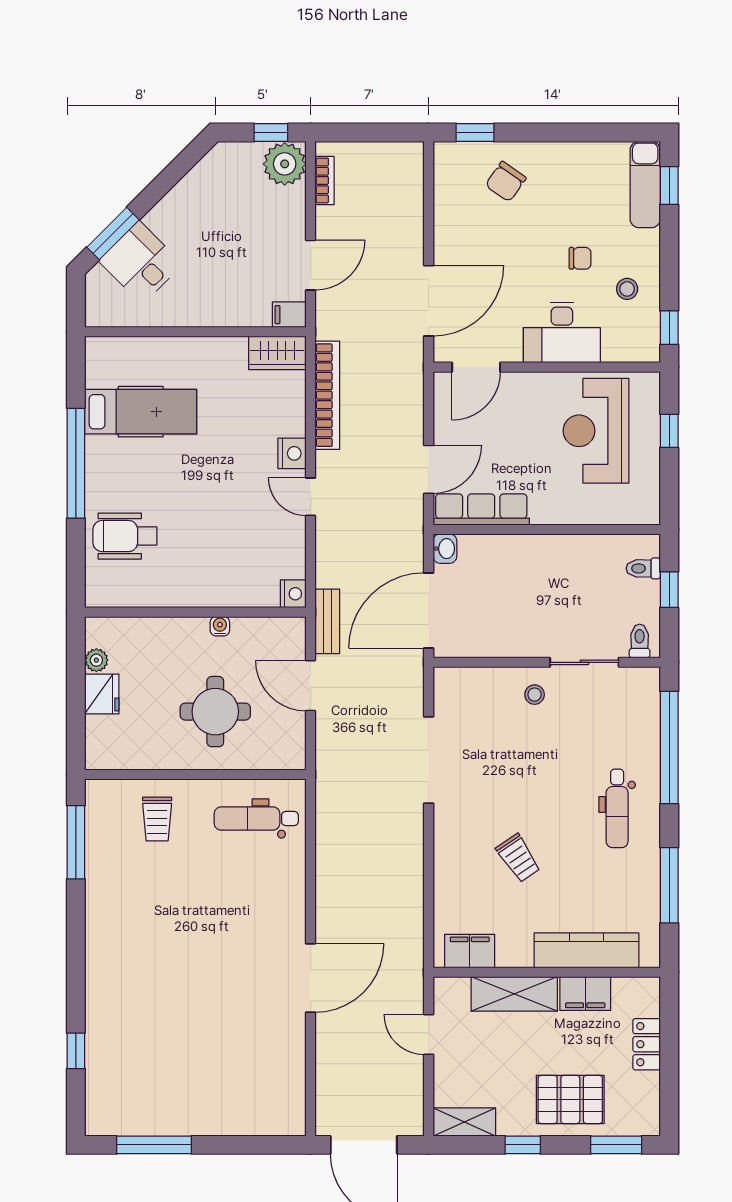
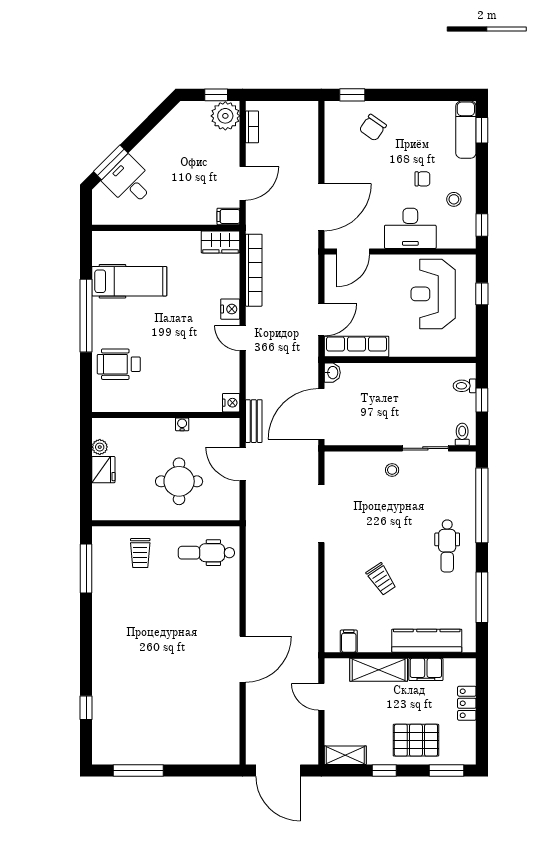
filing cabinet: (470, 951) -> (349, 641), width x0.50

